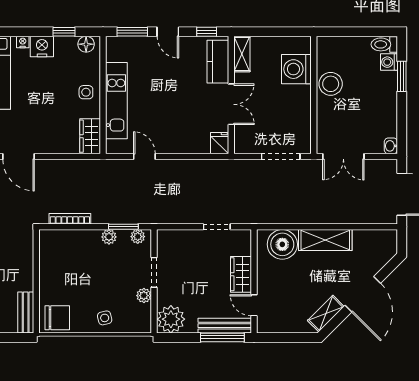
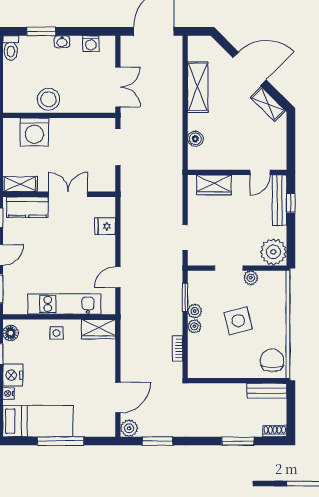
washing machine: (389, 62) -> (91, 44), moved
fridge: (220, 143) -> (105, 226), moved
washbasin: (391, 146) -> (62, 42), moved
bookcase: (70, 219) -> (177, 348), width x0.64
doorway: (217, 227) -> (185, 238), moved
plant: (138, 237) -> (194, 326), moved
shelving: (325, 240) -> (198, 87), moved
boiler: (282, 244) -> (195, 139), width x0.54, depth x0.54
wardrobe: (241, 274) -> (214, 185), moved
side table: (105, 318) -> (238, 321), moved, width x1.87, depth x1.87
window: (222, 337) -> (291, 203), width x0.46

